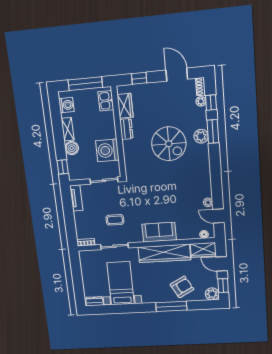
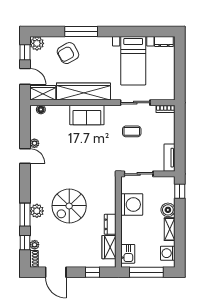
spiral stairs: (169, 144) -> (69, 206), turned -90
door: (218, 216) -> (25, 156), moved

